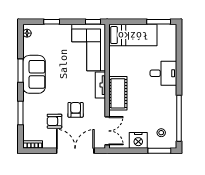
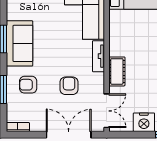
cot: (118, 93) -> (117, 71), width x0.73, depth x0.75
armchair: (54, 121) -> (28, 85), moved

